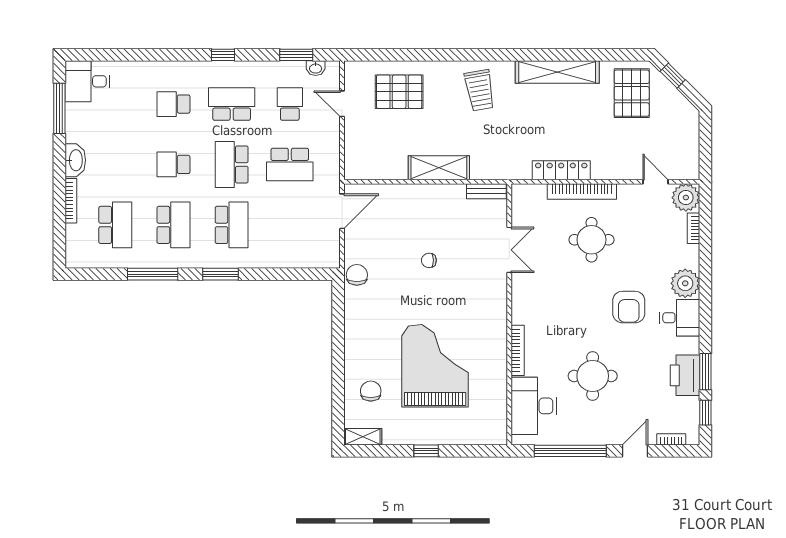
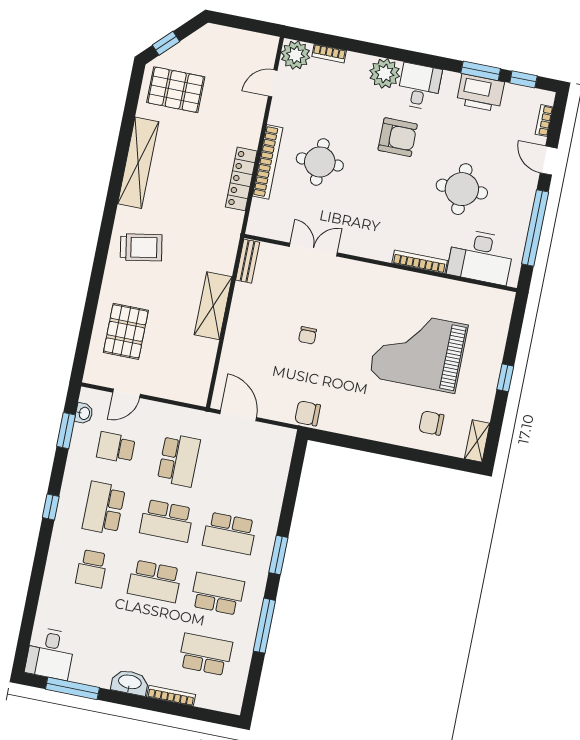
school desk: (173, 164) -> (155, 581), width x1.85
school desk: (232, 225) -> (230, 533), turned 180

